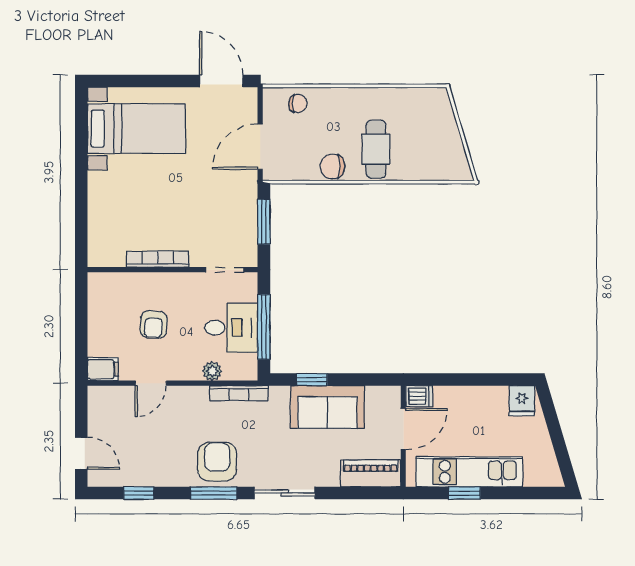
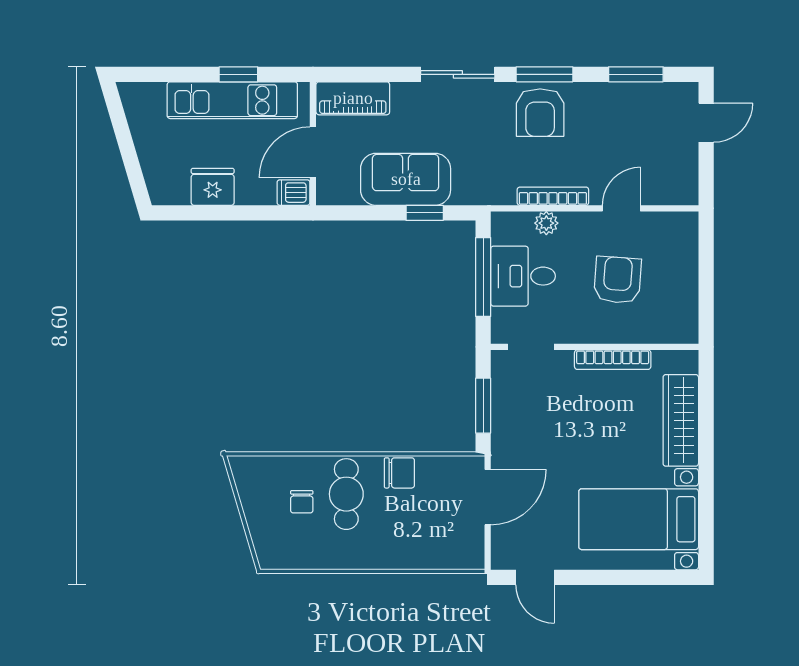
door: (221, 81) -> (535, 577), width x0.73
chair: (298, 103) -> (302, 502), moved, turned -90
wardrobe: (102, 209) -> (681, 420), added
armchair: (154, 324) -> (618, 280), width x1.38, depth x1.38
filing cabinet: (103, 369) -> (680, 225), removed
bookcase: (239, 393) -> (553, 196), moved
fridge: (522, 401) -> (213, 187), moved, width x1.38
door: (81, 453) -> (706, 123), swing flipped
window: (139, 493) -> (636, 74), width x1.50

